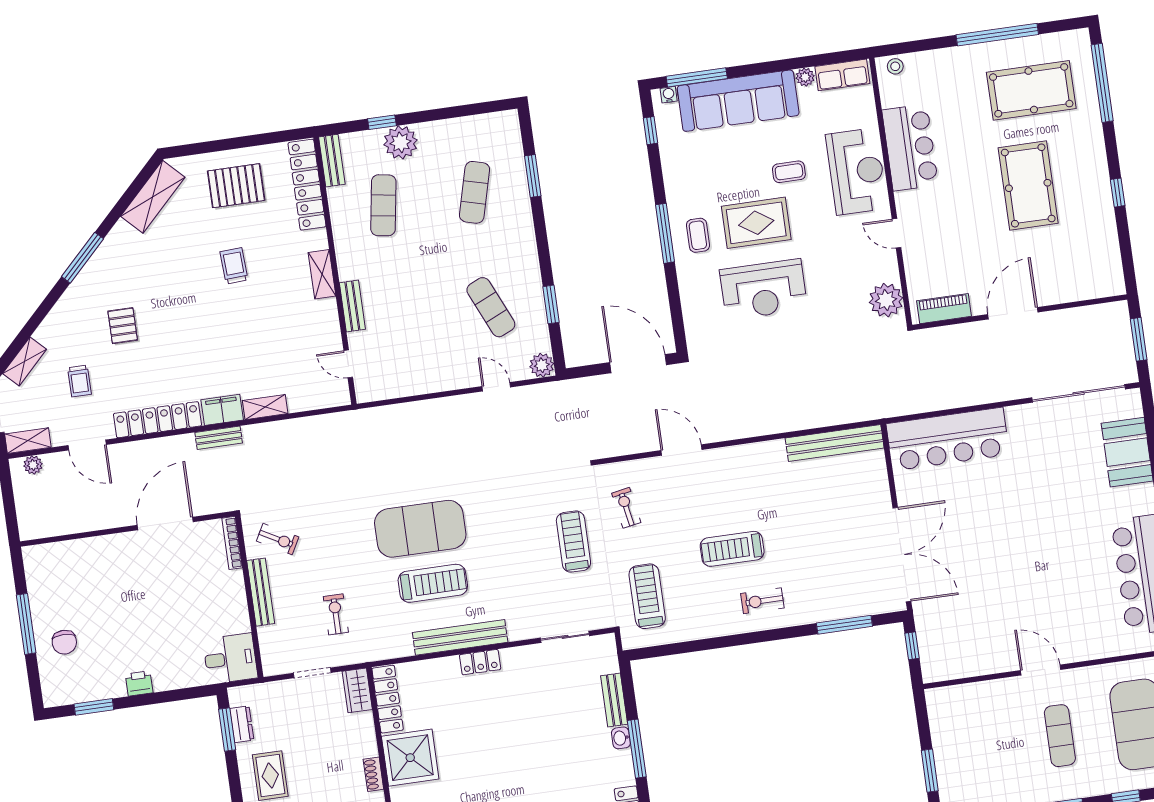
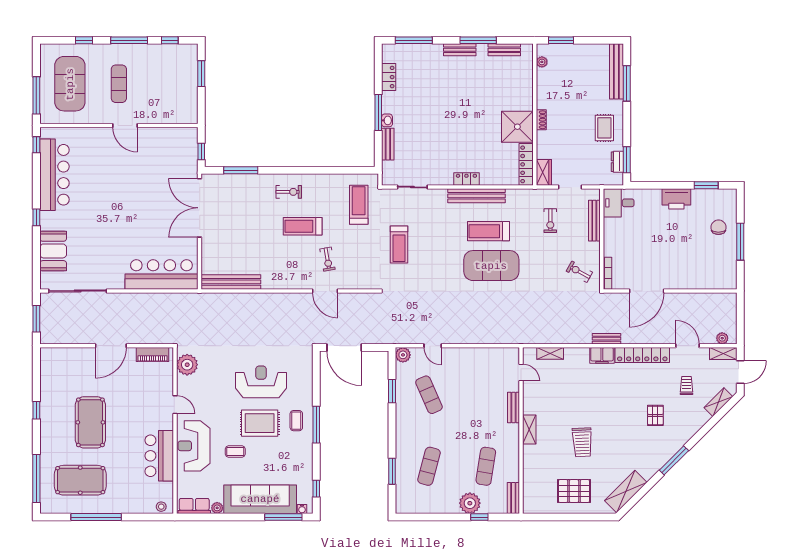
locker: (307, 185) -> (531, 485), removed
trolley: (234, 266) -> (582, 442), width x1.36, depth x1.39
shelving: (265, 407) -> (550, 353), moved
exercise bike: (626, 508) -> (327, 259), moved
treadmill: (732, 549) -> (303, 226), turned 180
bench: (261, 592) -> (594, 221), moved
treadmill: (647, 596) -> (359, 205), turned 180
printer: (139, 683) -> (676, 199), width x1.87, depth x1.48

